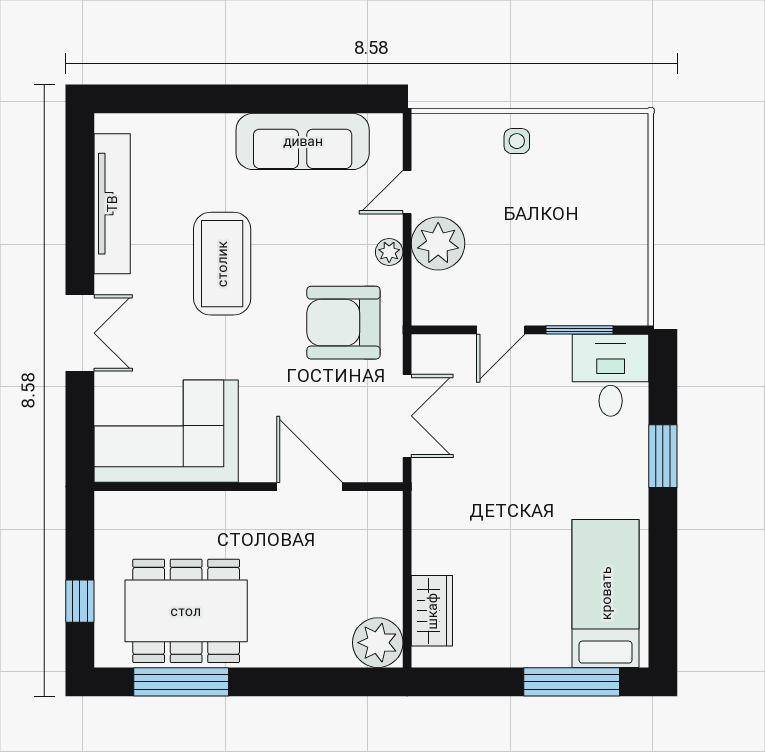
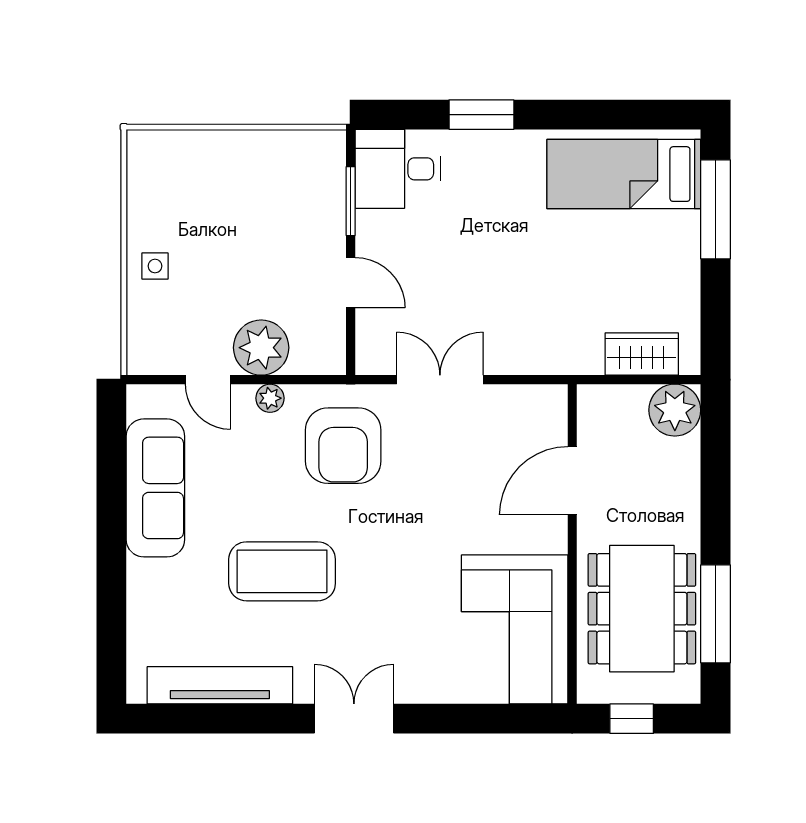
corner sofa: (166, 431) -> (515, 629), moved
wall: (249, 487) -> (572, 544), moved
door: (310, 487) -> (572, 481), moved

